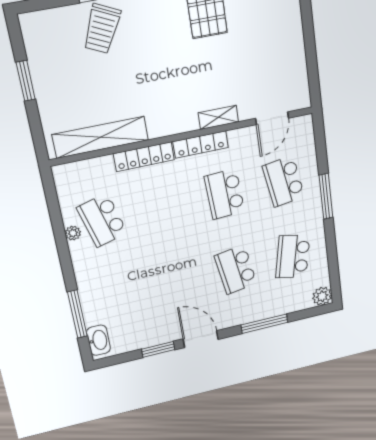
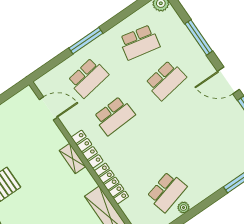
shelving: (218, 117) -> (73, 158), moved
door: (201, 339) -> (228, 80), hinge flipped

